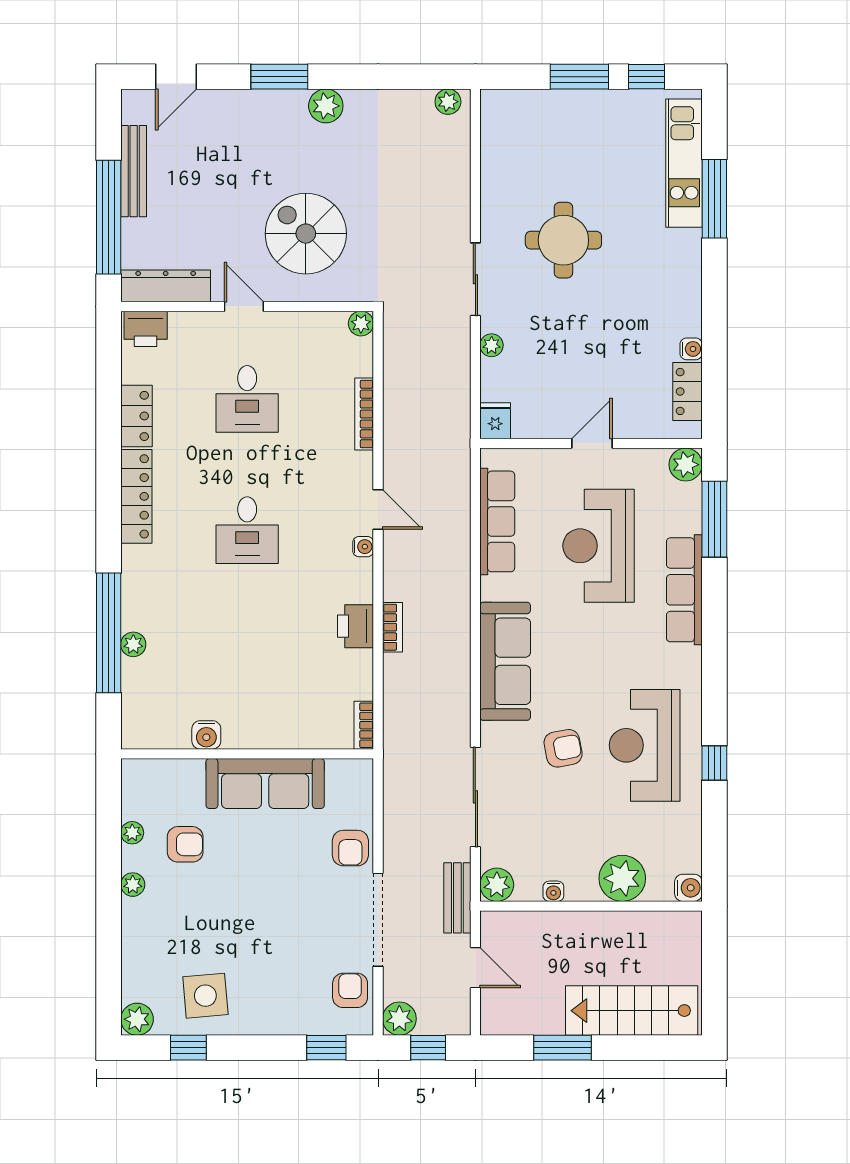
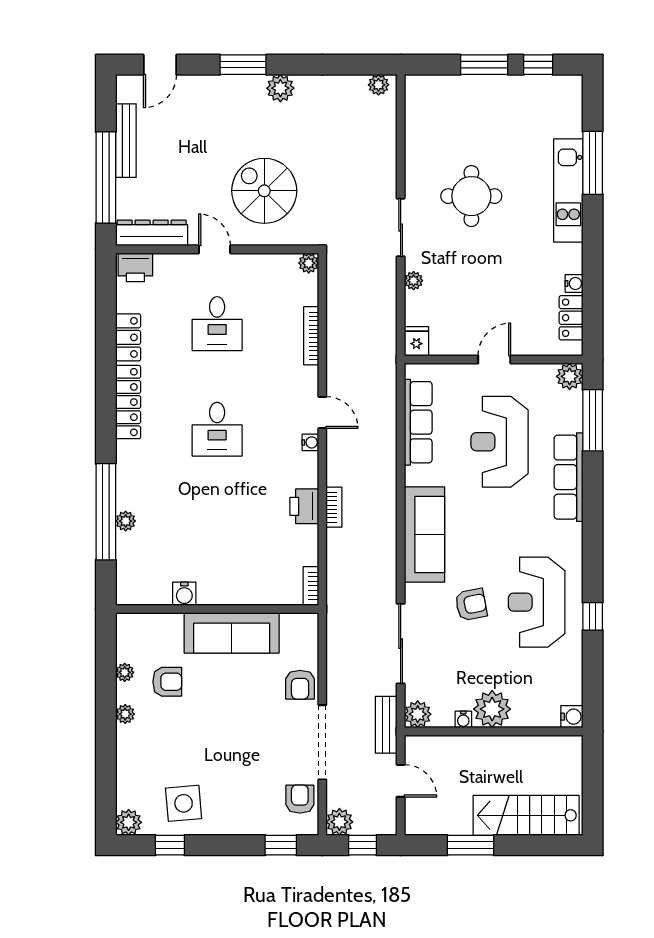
kitchen unit: (684, 163) -> (568, 191), moved
plant: (622, 878) -> (492, 709), moved

